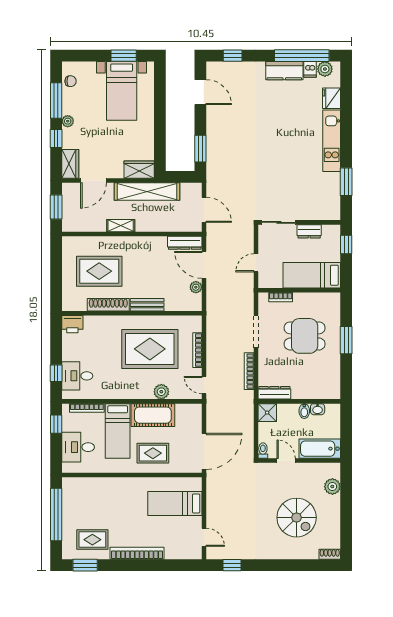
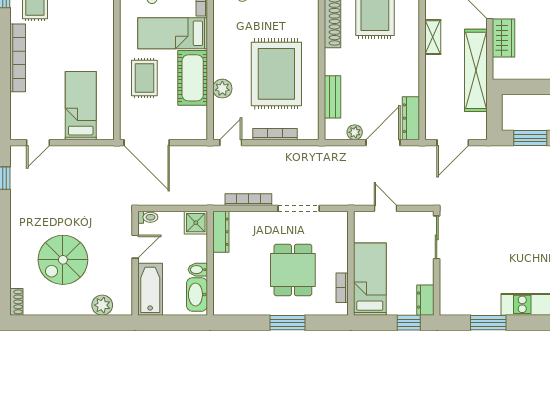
wardrobe: (139, 170) -> (504, 38), moved
dresser: (309, 231) -> (425, 300), moved
bookcase: (281, 297) -> (342, 288), moved
bench: (147, 305) -> (332, 97), moved
washbasin: (318, 409) -> (197, 294), width x1.91, depth x1.45

